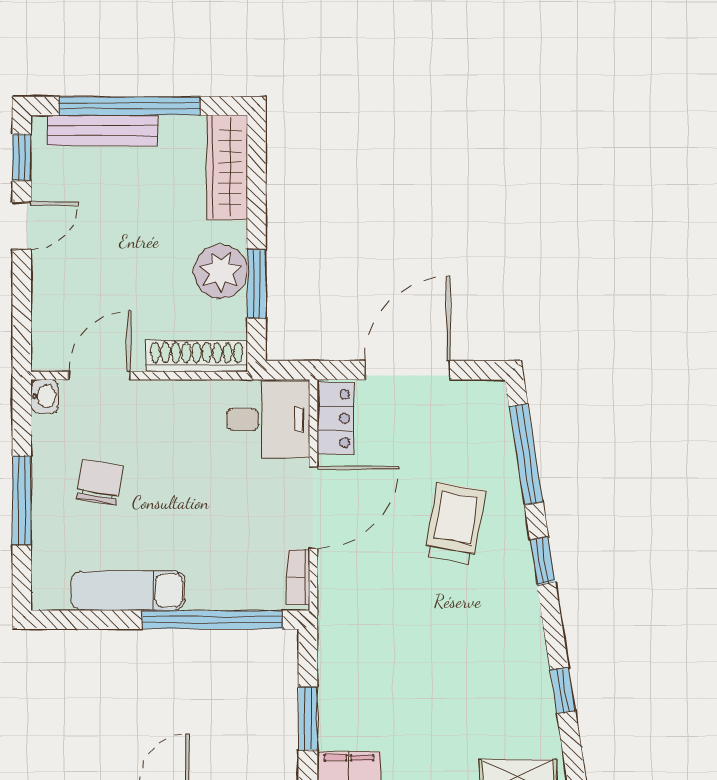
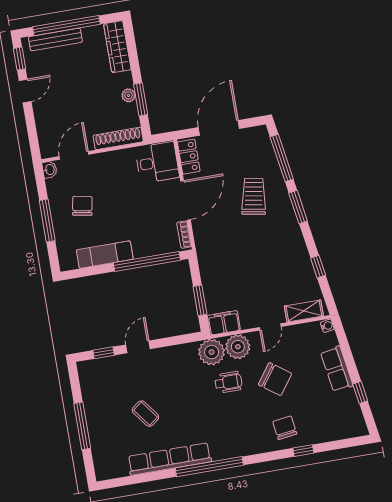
plant: (221, 271) -> (129, 95), width x0.53, depth x0.53
window: (543, 561) -> (298, 207), width x1.50

